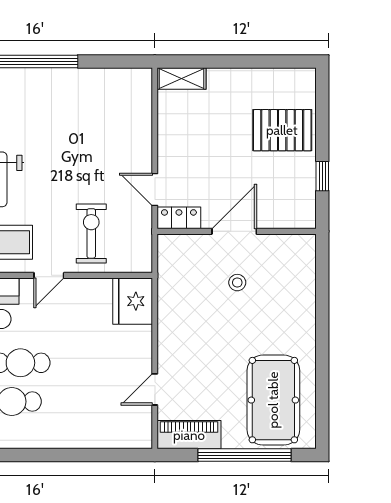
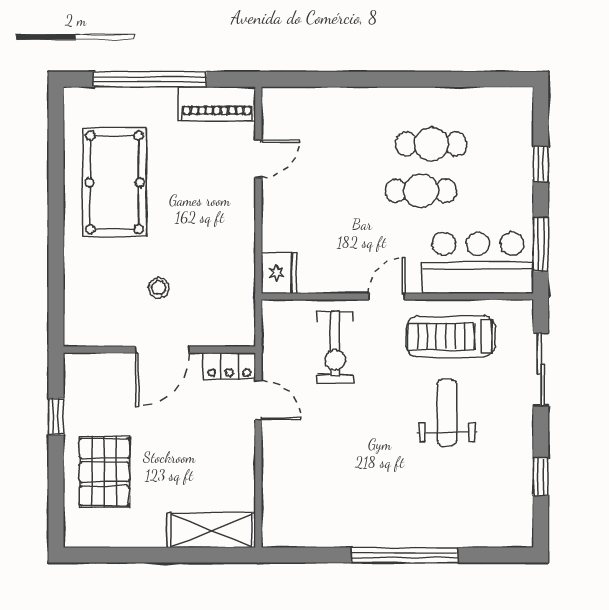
shelving: (182, 78) -> (211, 530), width x1.50, depth x1.33
pallet: (282, 130) -> (104, 472), turned 90
fridge: (133, 301) -> (279, 273), width x0.73, depth x0.75
pool table: (273, 400) -> (115, 182), moved

